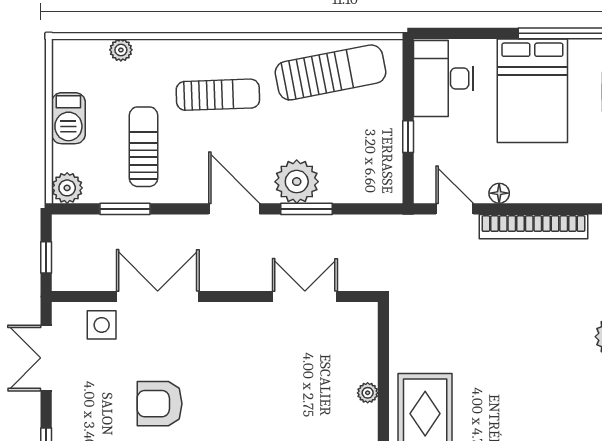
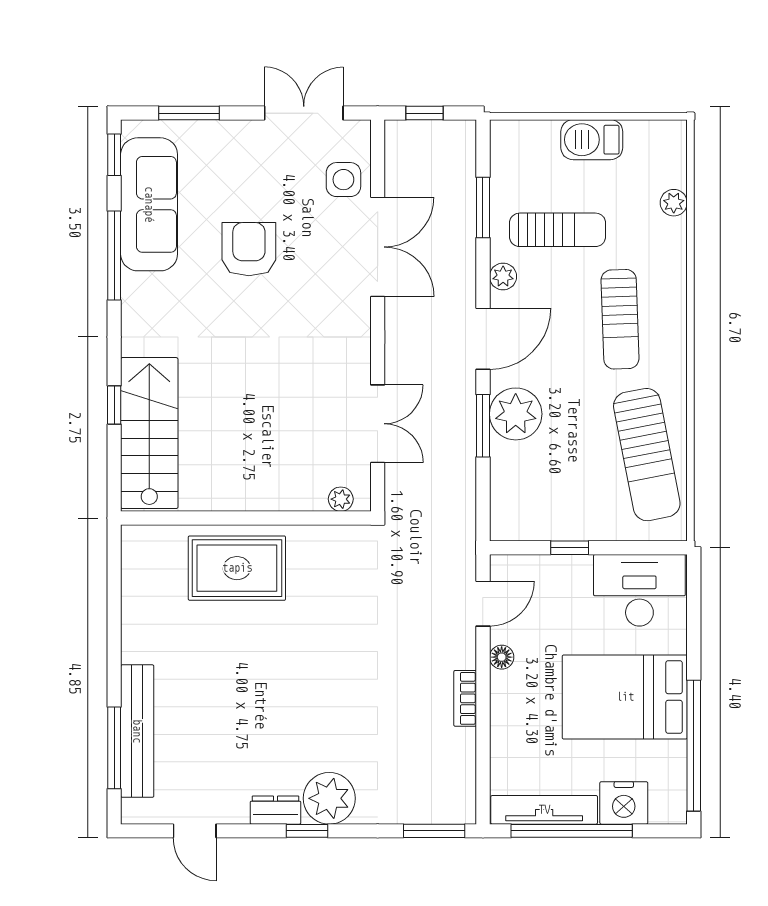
plant: (67, 188) -> (503, 277), moved, width x0.73, depth x0.73
bookcase: (533, 227) -> (465, 698), width x0.43, depth x0.76
plant: (368, 393) -> (341, 499), moved

